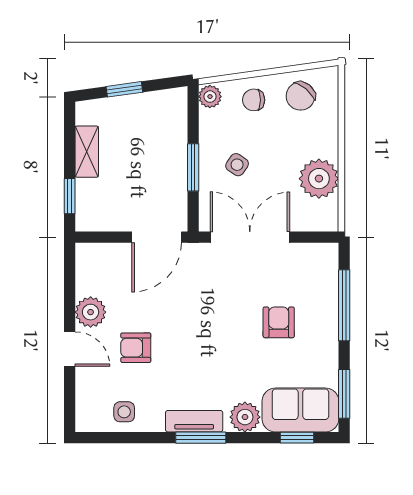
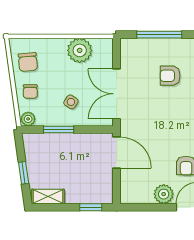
chair: (301, 96) -> (28, 62), turned 45
shelving: (87, 152) -> (48, 196), moved
window: (193, 167) -> (59, 130), moved

